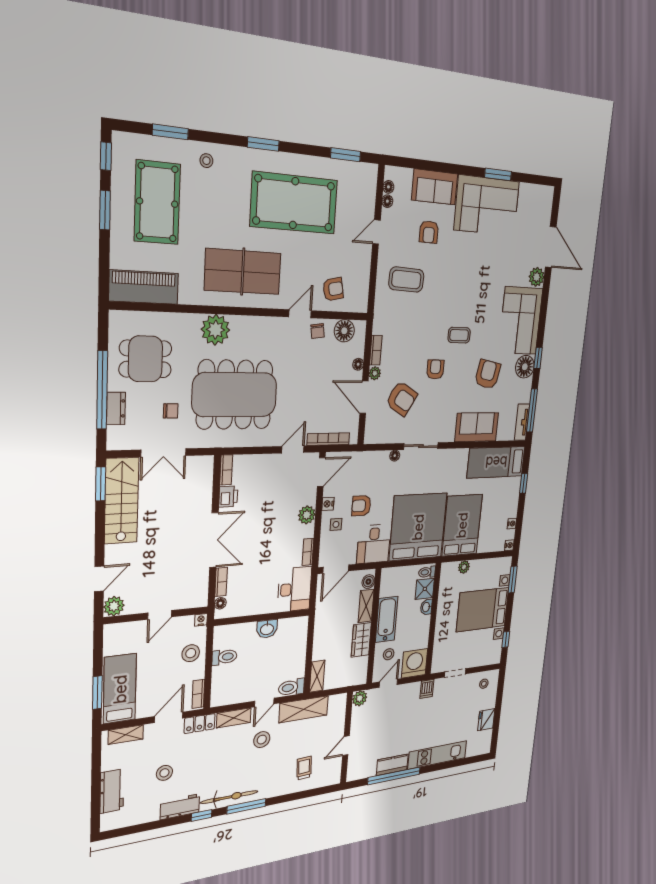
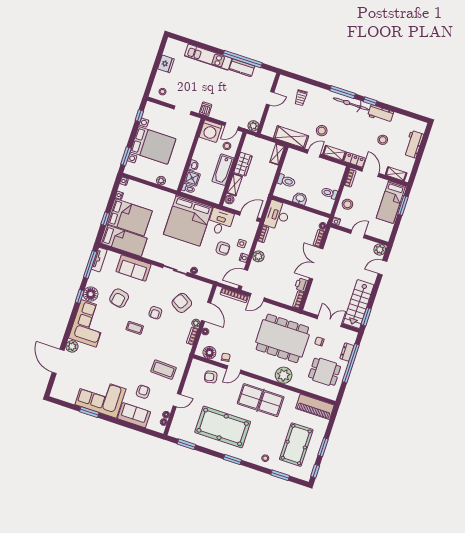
bed: (462, 525) -> (129, 217), moved, turned -90
toilet: (291, 687) -> (286, 181), moved
door: (169, 717) -> (370, 172), swing flipped

